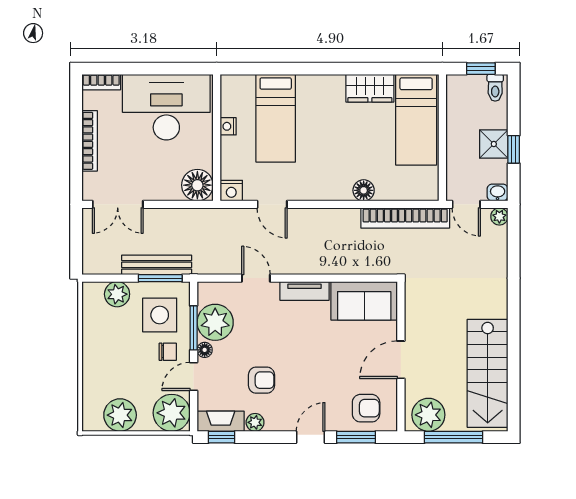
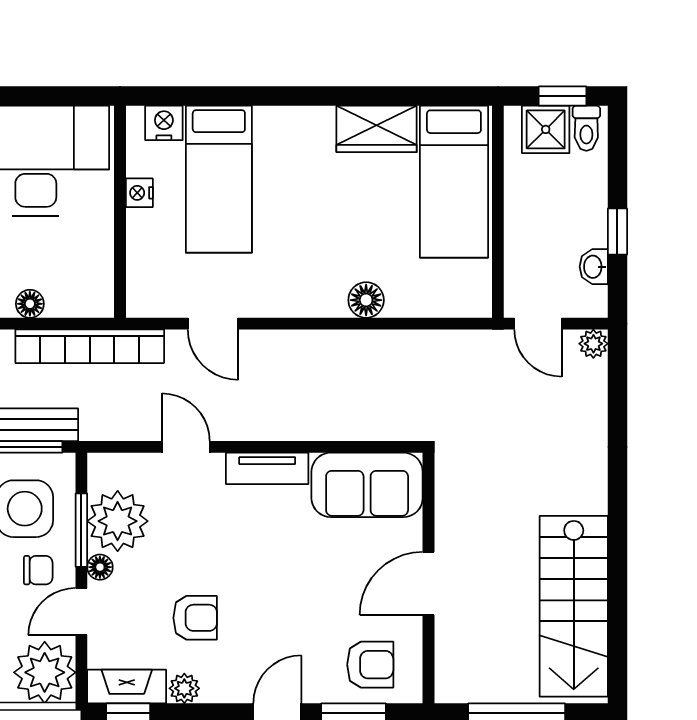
shower: (494, 144) -> (546, 129), moved
floor lamp: (197, 185) -> (30, 304), moved, width x0.53, depth x0.53
nightstand: (231, 191) -> (164, 123), moved, turned 180
washbasin: (498, 193) -> (594, 267), moved, turned -90
bookcase: (405, 218) -> (90, 346), moved
plant: (428, 415) -> (475, 676), removed

